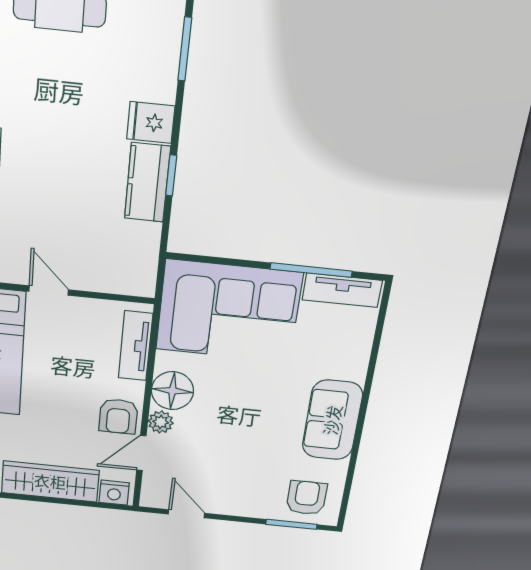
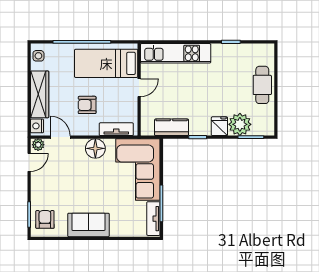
plant: (151, 73) -> (240, 124), added
kitchen counter: (147, 183) -> (172, 127), moved
armchair: (118, 416) -> (87, 105), moved
plant: (161, 422) -> (38, 145), moved
armchair: (307, 498) -> (45, 219), turned -90

